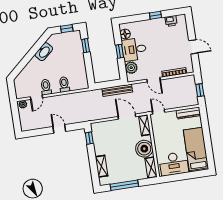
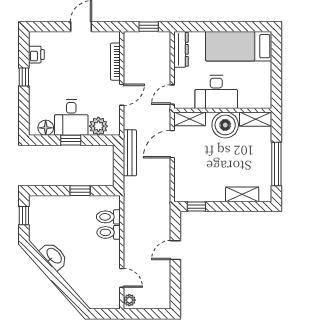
window: (86, 46) -> (80, 191), moved
toilet: (46, 87) -> (108, 217), moved
desk: (174, 164) -> (216, 92), moved, turned 90

